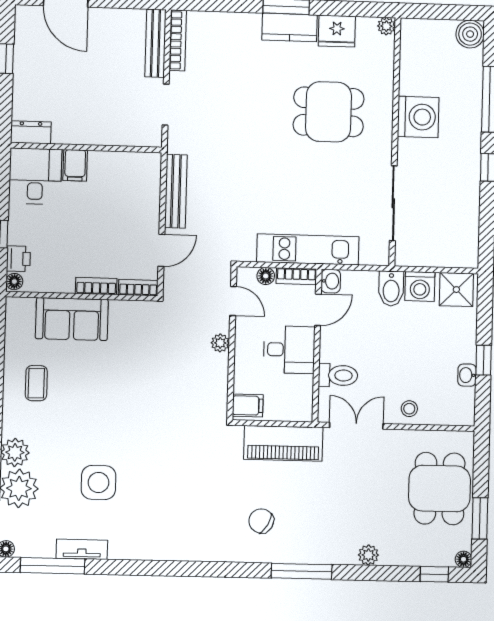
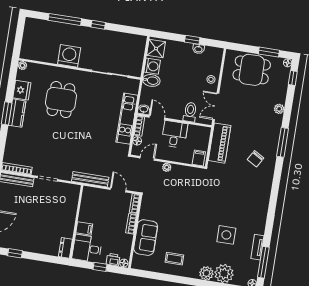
boiler: (470, 34) -> (32, 25), removed
dresser: (31, 132) -> (65, 248), moved
wall: (86, 148) -> (76, 222), moved
filing cabinet: (75, 165) -> (84, 228), moved
desk: (35, 176) -> (87, 248), moved

